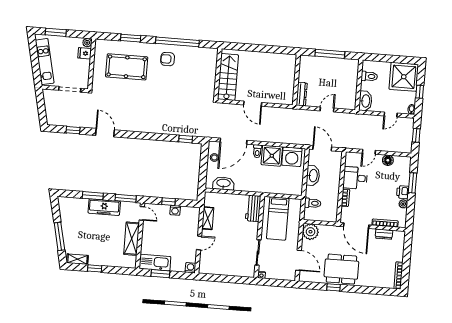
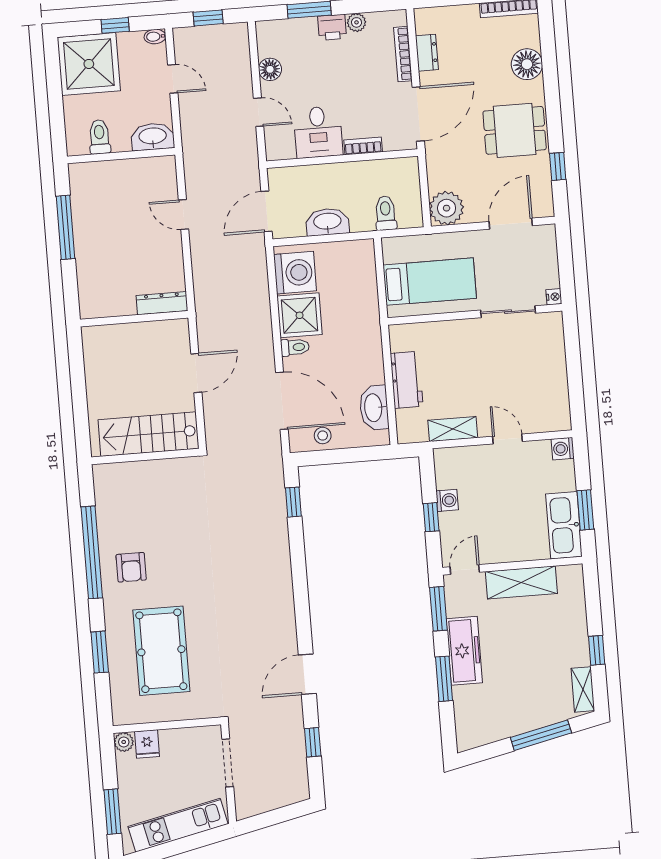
wall: (296, 80) -> (134, 319), moved
dresser: (302, 94) -> (162, 303), moved
workbench: (253, 208) -> (407, 380), moved, turned -90
dining table: (341, 269) -> (515, 130), width x0.73
floor lamp: (371, 280) -> (527, 64), added
window: (334, 287) -> (558, 166), moved

